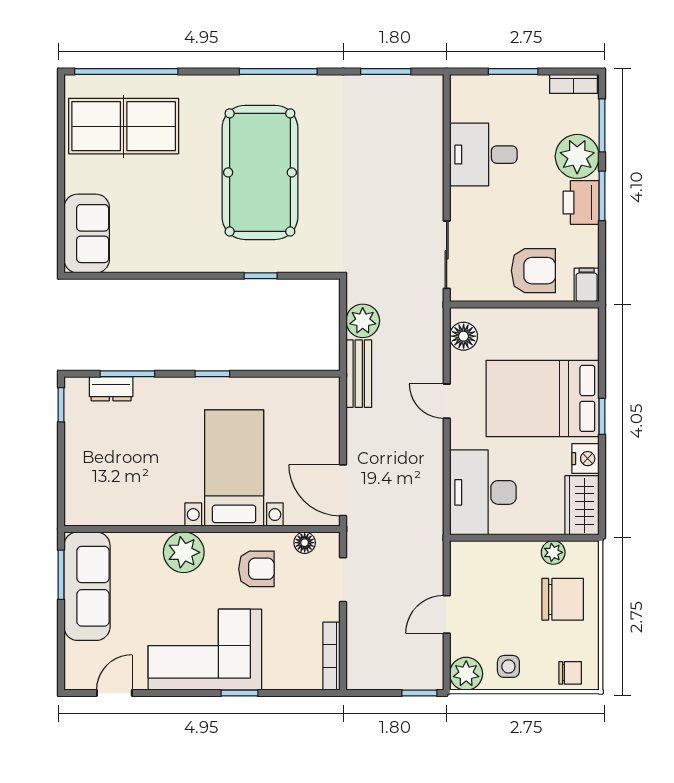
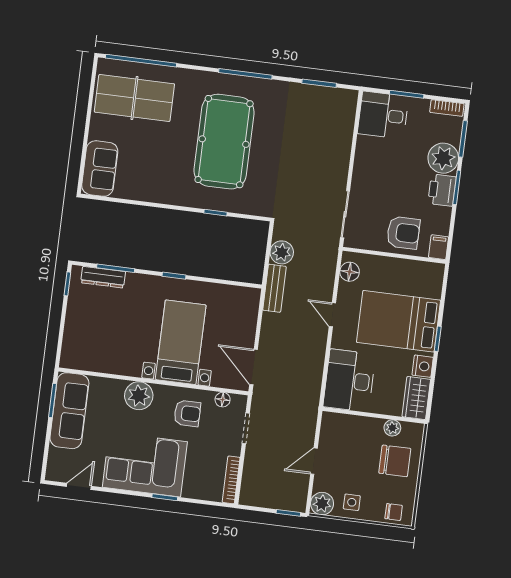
desk: (483, 155) -> (383, 115), moved
dresser: (111, 389) -> (103, 277), width x1.44

